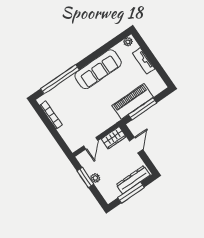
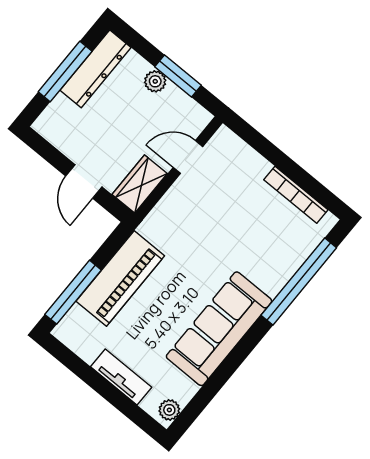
window: (142, 109) -> (73, 292), moved
door: (91, 143) -> (188, 157), hinge flipped
dresser: (133, 180) -> (96, 69), moved

